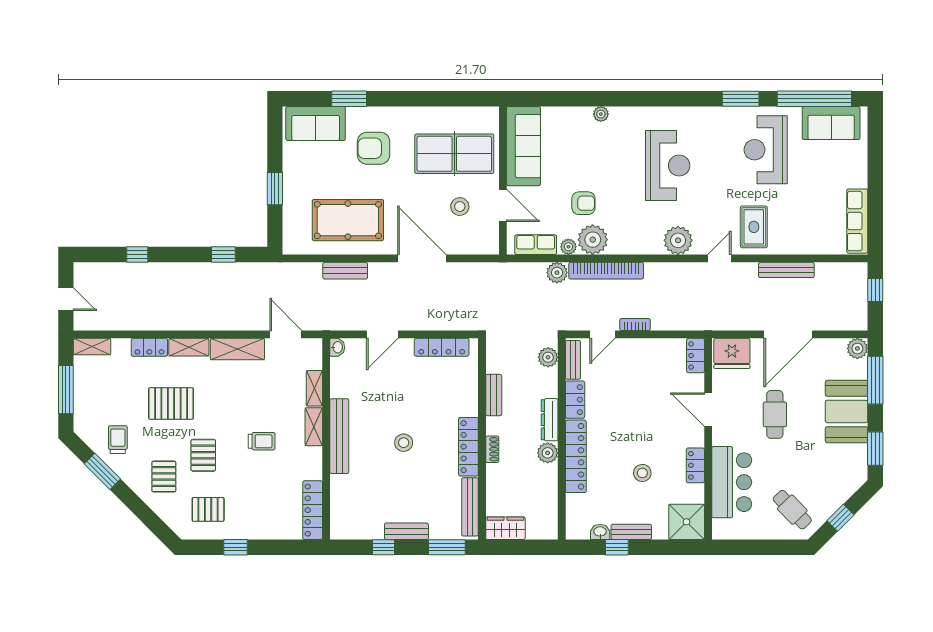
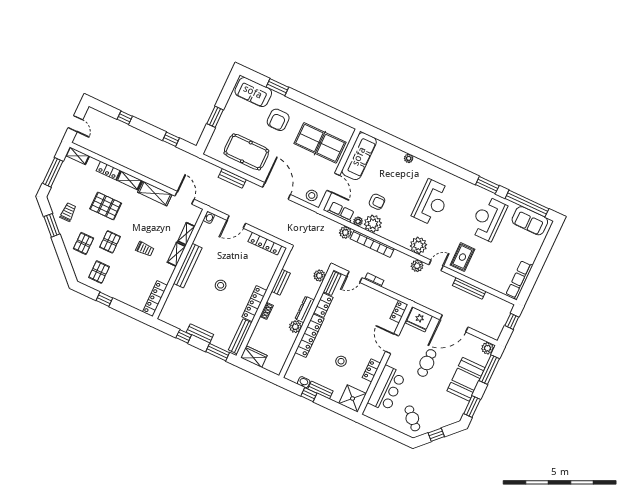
armchair: (374, 148) -> (278, 120), turned -90
stool: (460, 207) -> (312, 195), moved
plant: (691, 273) -> (417, 266), added
pallet: (208, 509) -> (99, 272), turned 90

